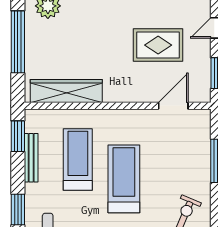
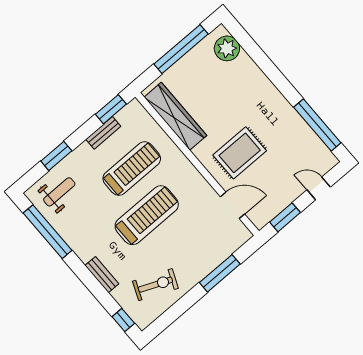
rug: (158, 45) -> (240, 153), moved, turned 90
bench: (31, 158) -> (103, 133), width x0.73

